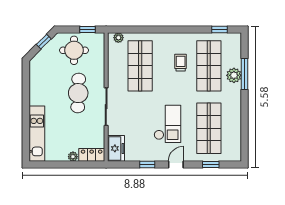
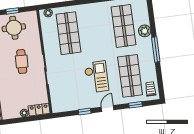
window: (87, 29) -> (12, 11), moved
trolley: (181, 63) -> (150, 89), moved
window: (244, 74) -> (156, 50), moved
cafe table: (78, 93) -> (22, 62), width x0.73, depth x0.74
freezer: (116, 148) -> (58, 102), removed

